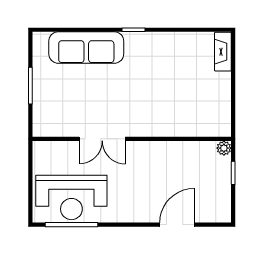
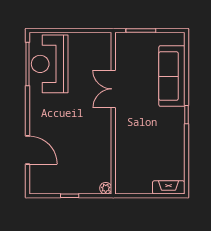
double door: (102, 139) -> (113, 89), moved
wall: (132, 139) -> (113, 113), moved
plant: (224, 148) -> (106, 188), moved

